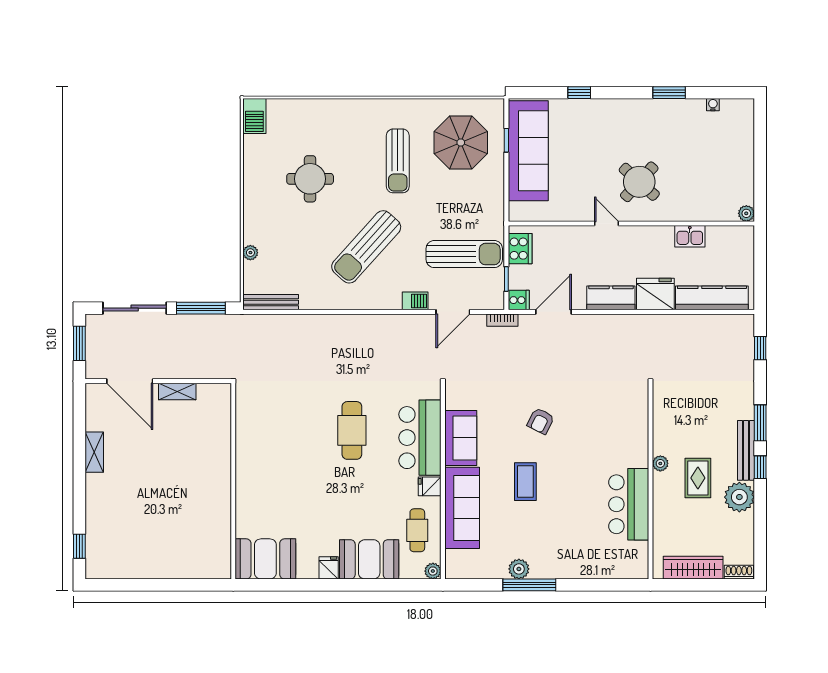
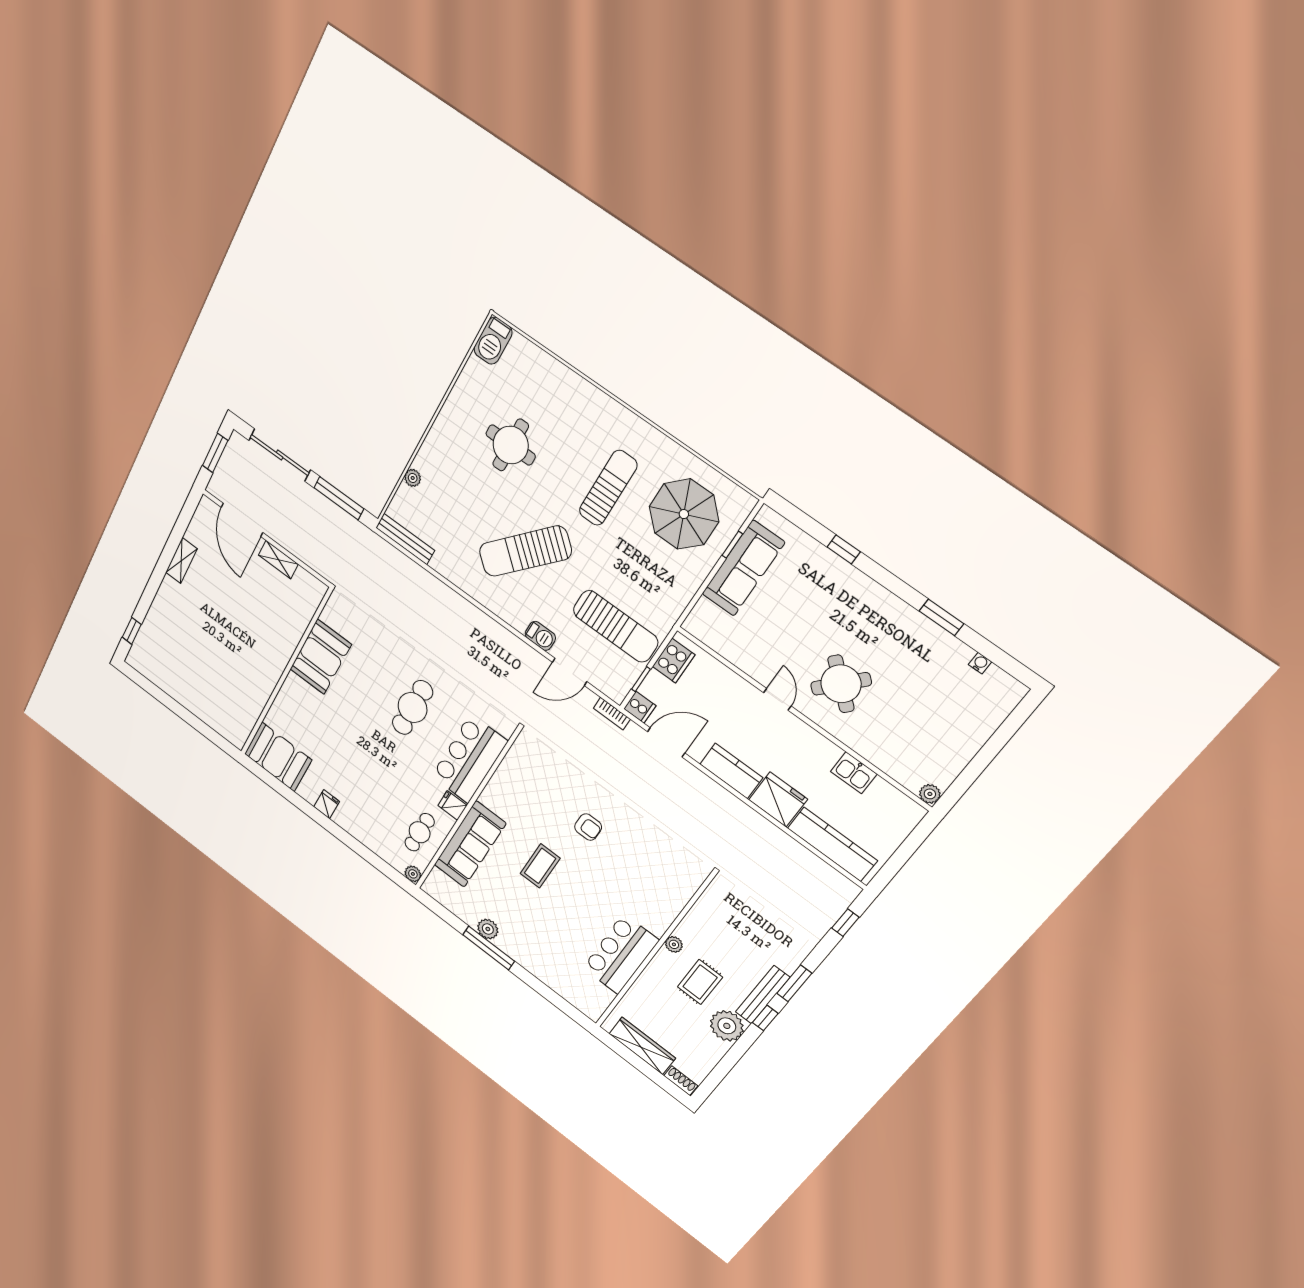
sofa: (528, 151) -> (743, 568), width x0.74, depth x0.79
sun lounger: (398, 161) -> (608, 488), turned 180
armchair: (541, 421) -> (588, 827), turned -117
sofa: (461, 438) -> (506, 787), removed
booth: (369, 559) -> (321, 657), moved, turned 90

